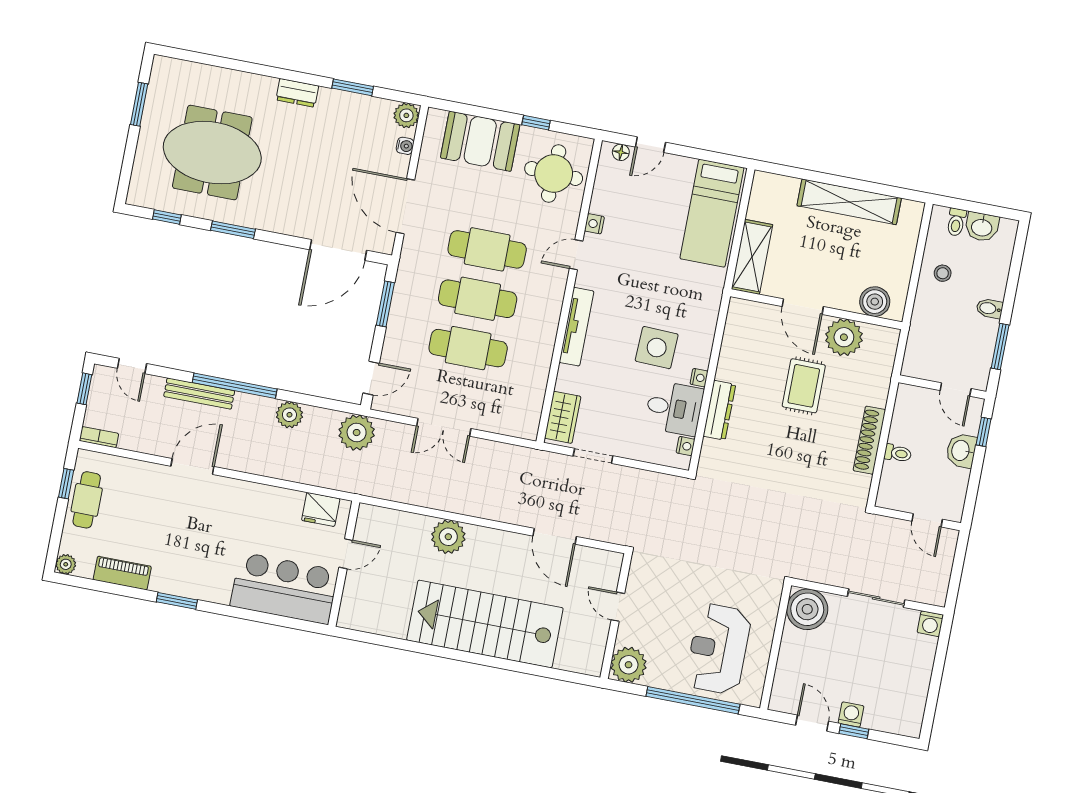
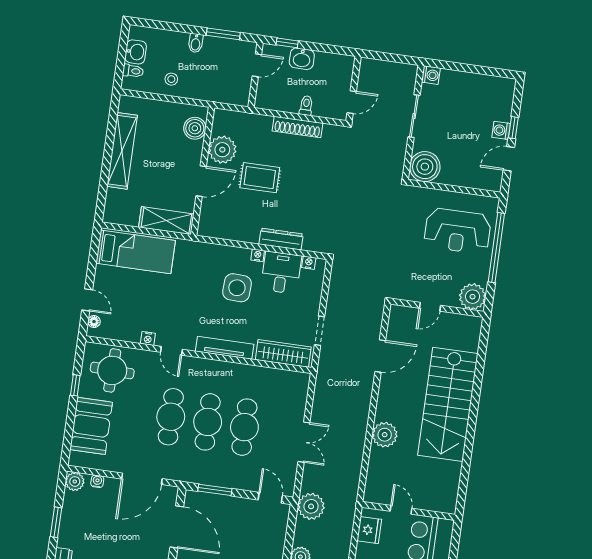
wardrobe: (563, 417) -> (283, 353), width x1.50
door: (927, 520) -> (352, 102), moved

